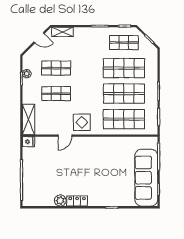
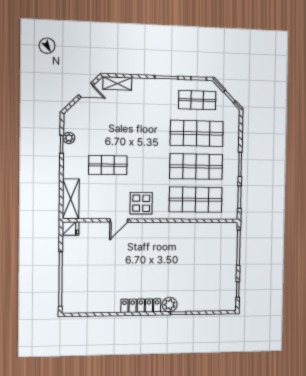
shop shelf: (56, 68) -> (108, 131), removed
sofa: (146, 178) -> (223, 275), removed
plant: (60, 200) -> (170, 305), moved
locker: (77, 201) -> (141, 306), width x1.53

